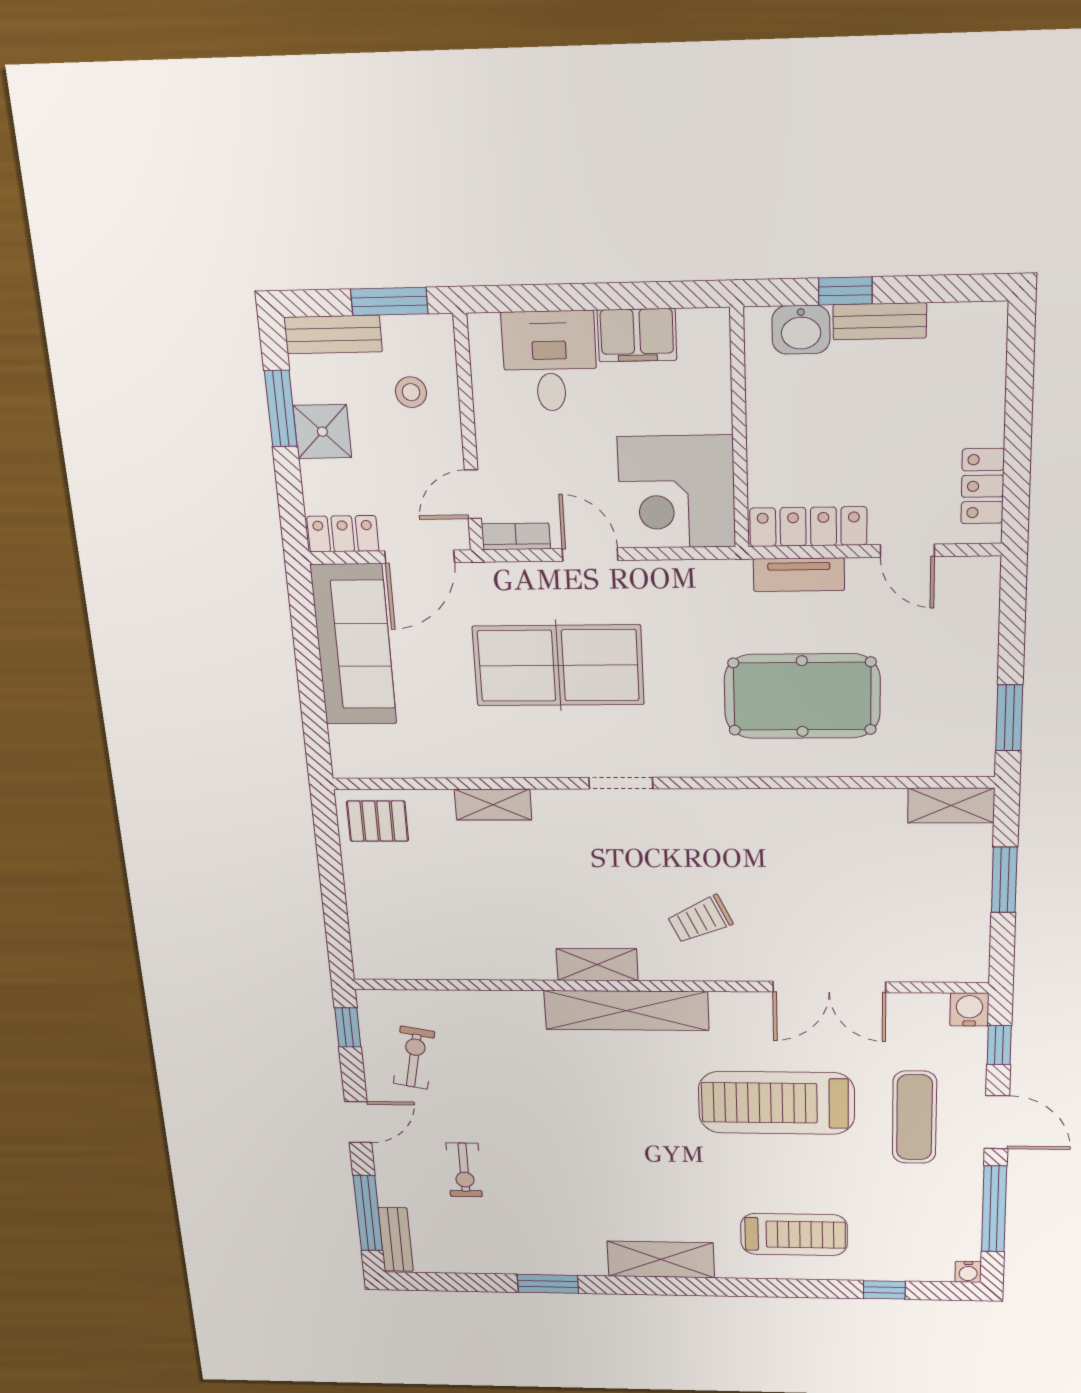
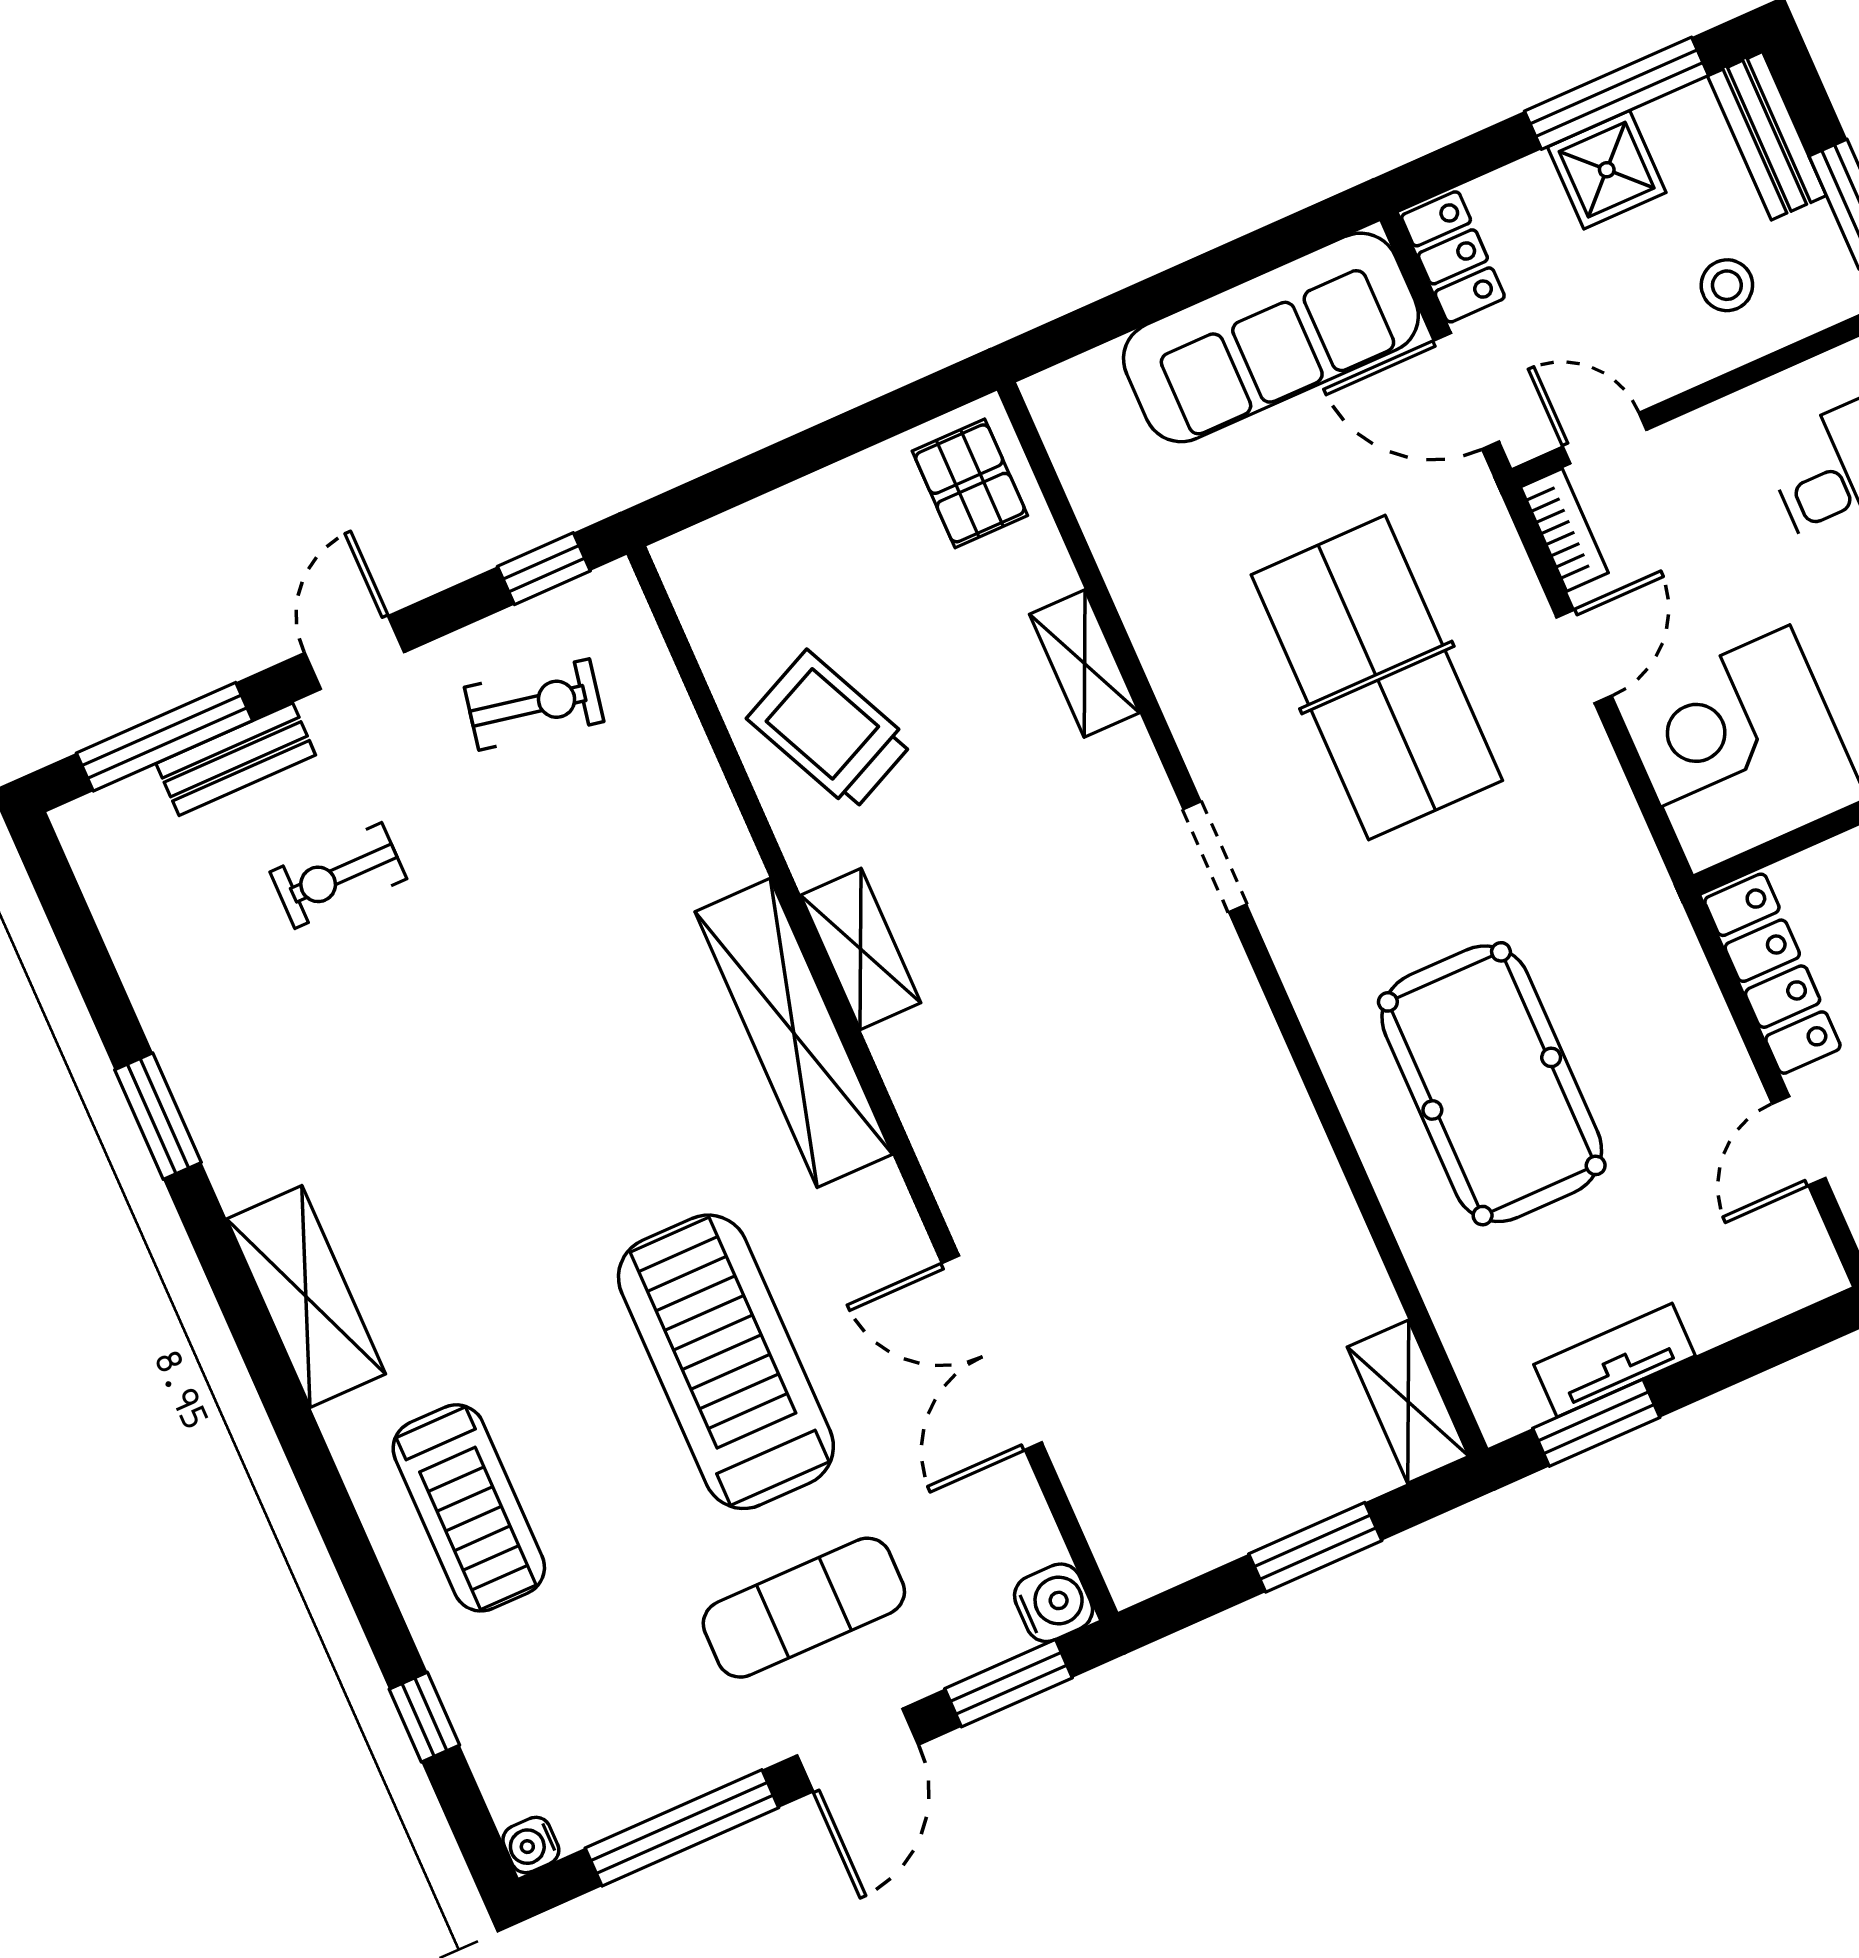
window: (281, 409) -> (1617, 93), width x1.44
tv unit: (799, 575) -> (1615, 1360), moved, turned 90
trolley: (700, 919) -> (830, 730), moved, width x1.36, depth x1.39
window: (999, 1045) -> (1008, 1683), width x1.50
door: (358, 1122) -> (354, 653), swing flipped
bench: (396, 1240) -> (236, 759), moved

